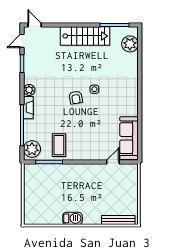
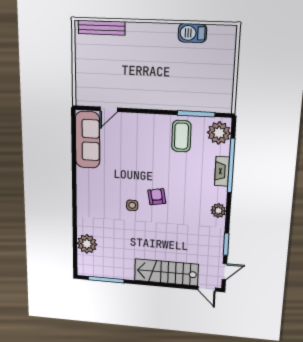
stairs: (85, 36) -> (166, 272), moved
plant: (130, 44) -> (87, 244), moved
fireplace: (28, 108) -> (222, 171), moved
barbecue: (72, 218) -> (192, 33), moved

